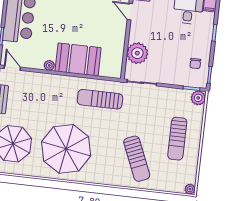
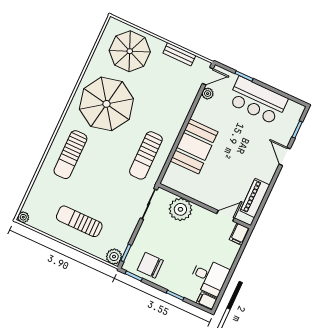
chair: (195, 63) -> (150, 265), width x1.87, depth x1.87
plant: (49, 65) -> (208, 94), moved
sun lounger: (100, 99) -> (146, 155), turned 180
sun lounger: (137, 159) -> (70, 155), moved, turned -67

